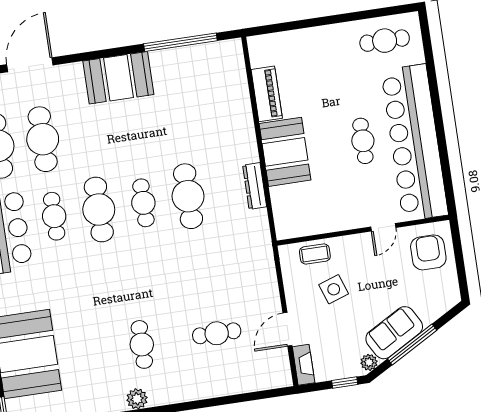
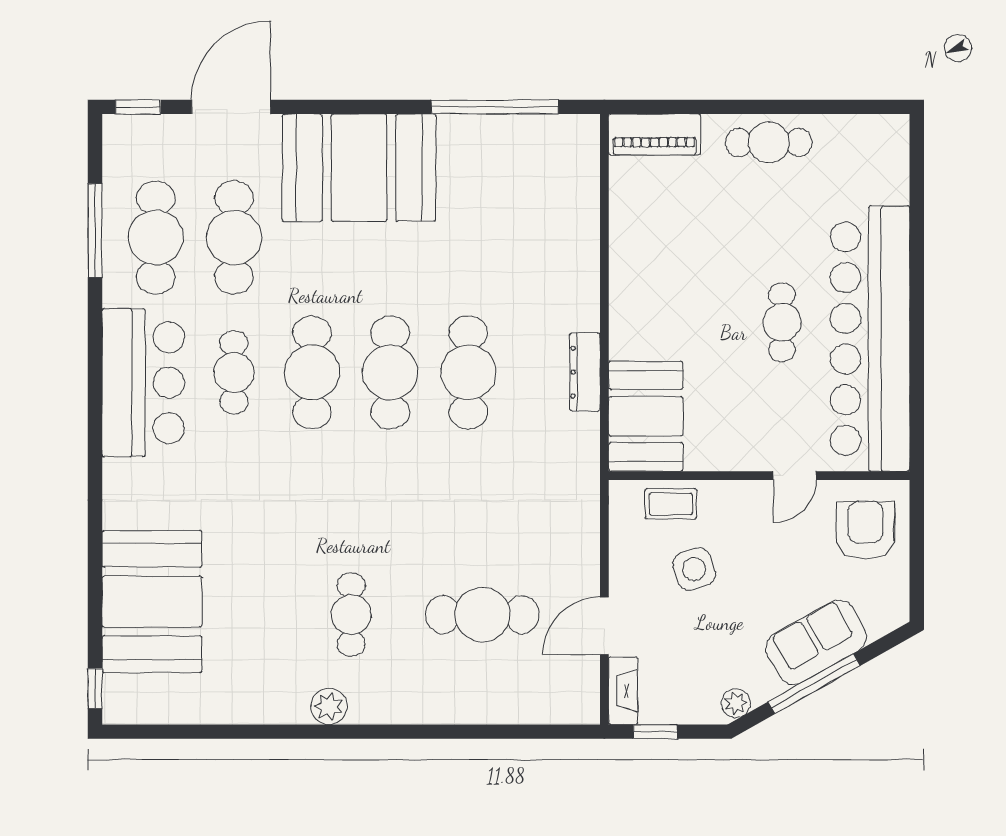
cafe table: (385, 41) -> (769, 143), moved
booth: (118, 78) -> (359, 168), width x1.36, depth x1.42
piano: (267, 94) -> (655, 134), moved, turned 90
booth: (285, 152) -> (646, 416), moved
cafe table: (143, 203) -> (390, 372), width x1.37, depth x1.35
cafe table: (217, 333) -> (482, 615), width x1.37, depth x1.35
sofa: (394, 333) -> (816, 642), moved
window: (345, 383) -> (655, 732), moved

